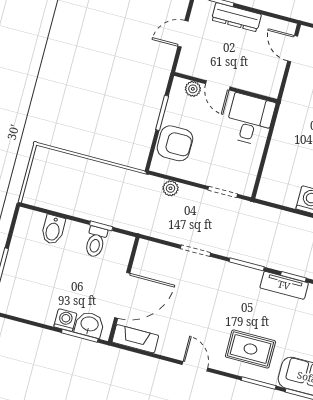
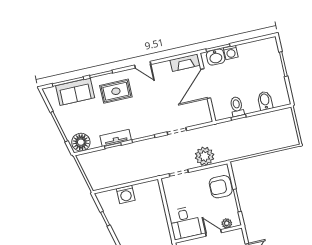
plant: (171, 188) -> (205, 156), width x1.88, depth x1.88

